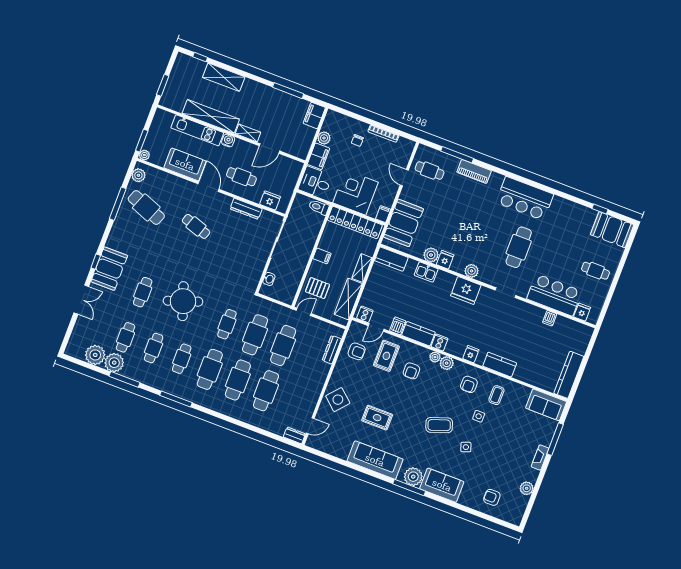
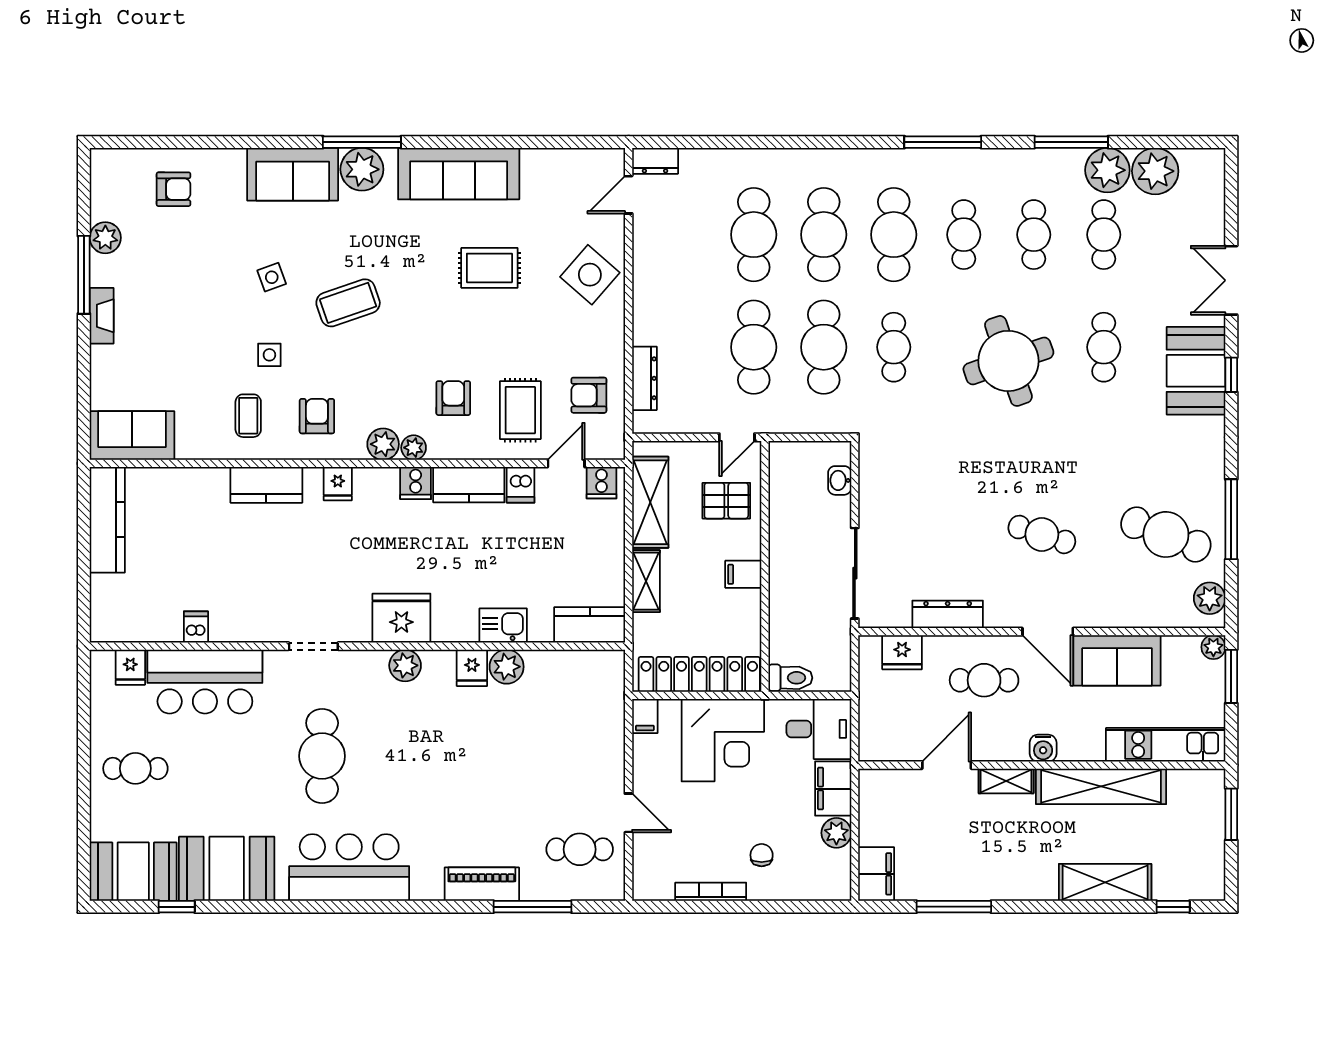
kitchen unit: (197, 130) -> (1166, 745), moved
booth: (403, 223) -> (227, 869), moved, turned 90
window: (555, 439) -> (84, 275), moved

